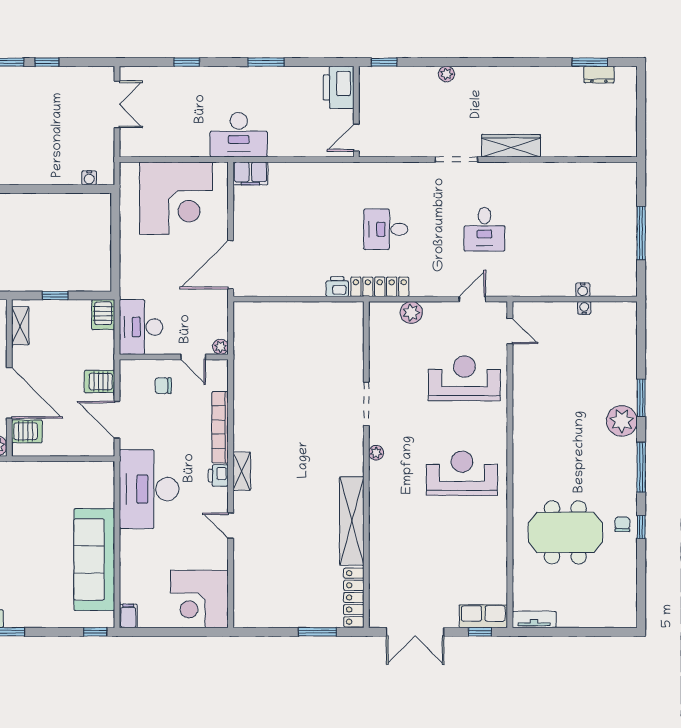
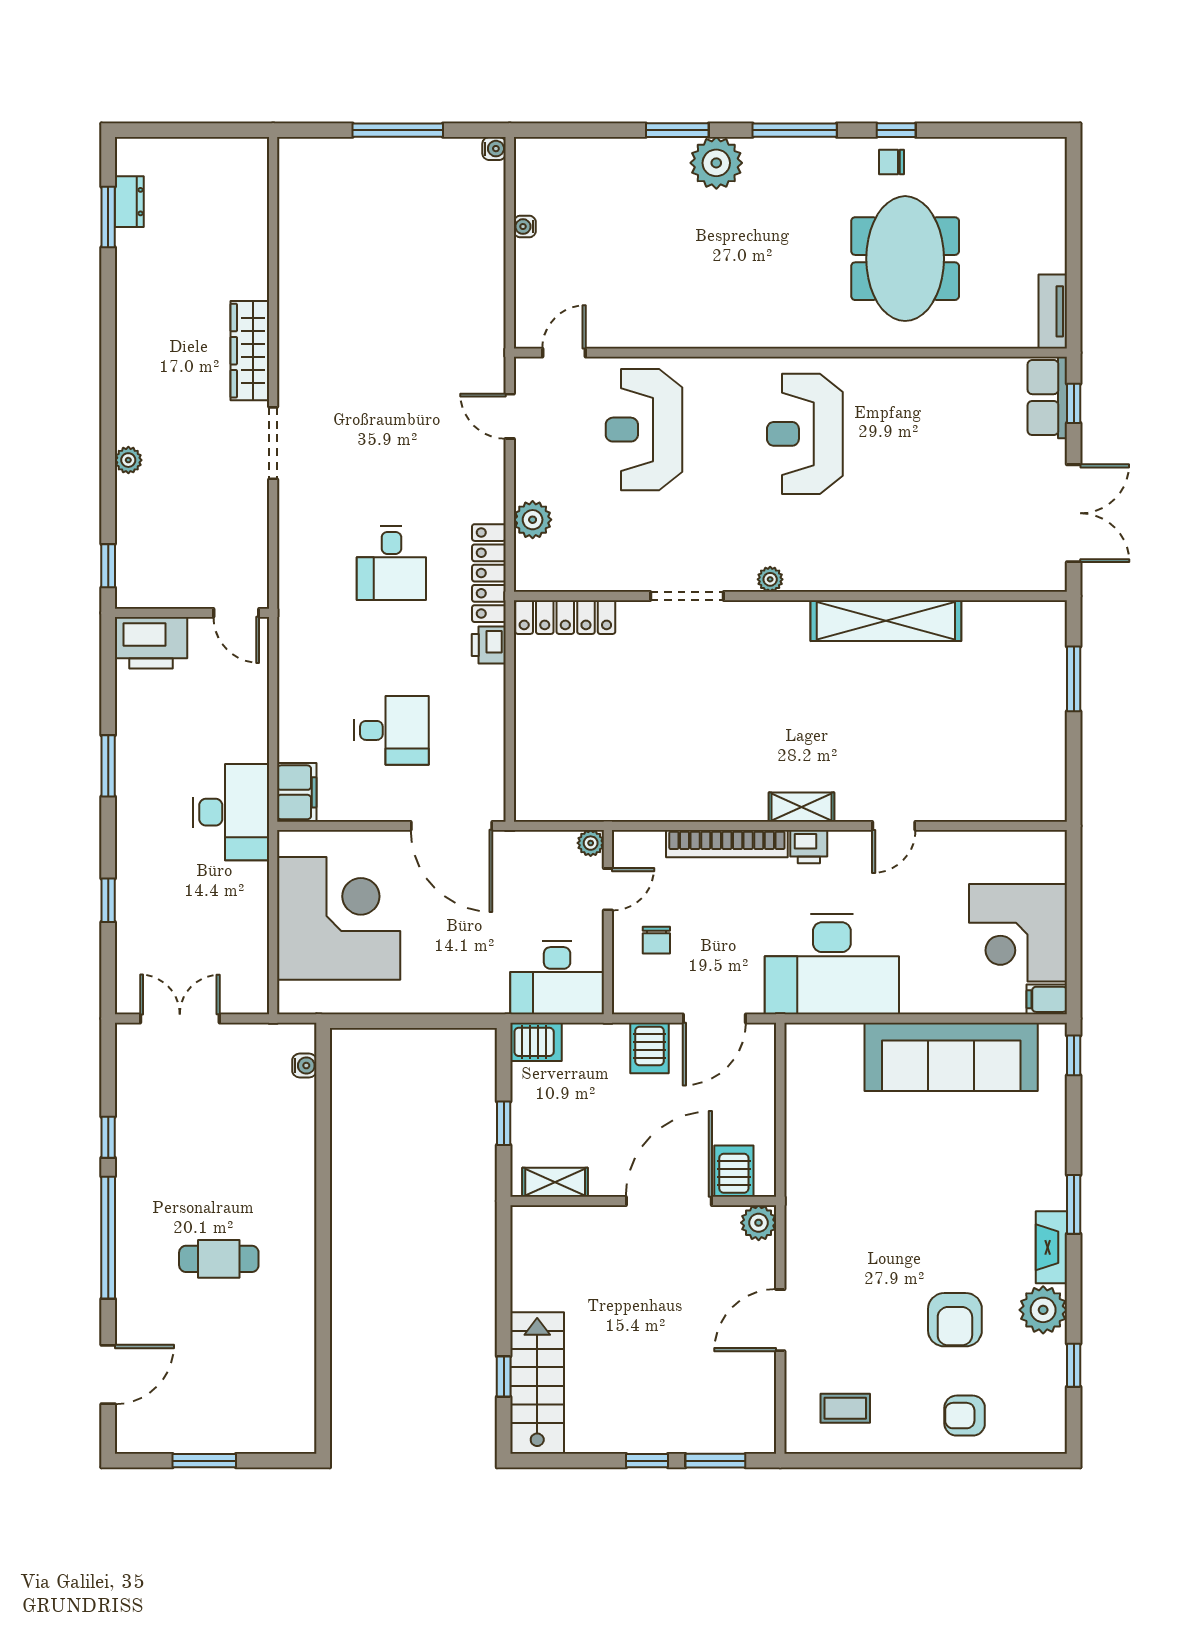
desk: (484, 229) -> (391, 730), moved
water cooler: (583, 290) -> (494, 149), moved
locker: (354, 597) -> (565, 617), moved
corner desk: (199, 599) -> (1018, 933), moved, turned 90

